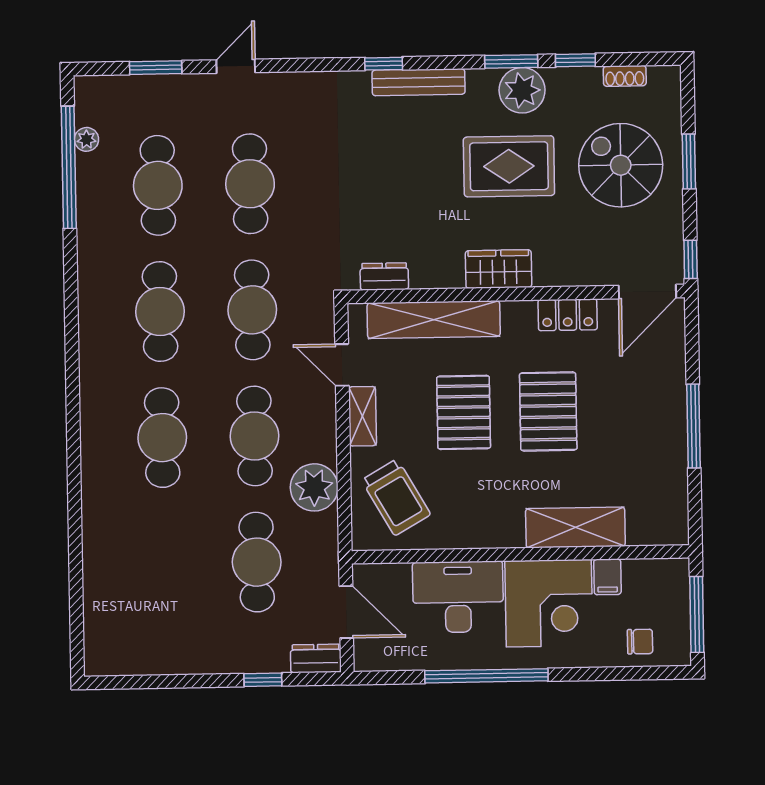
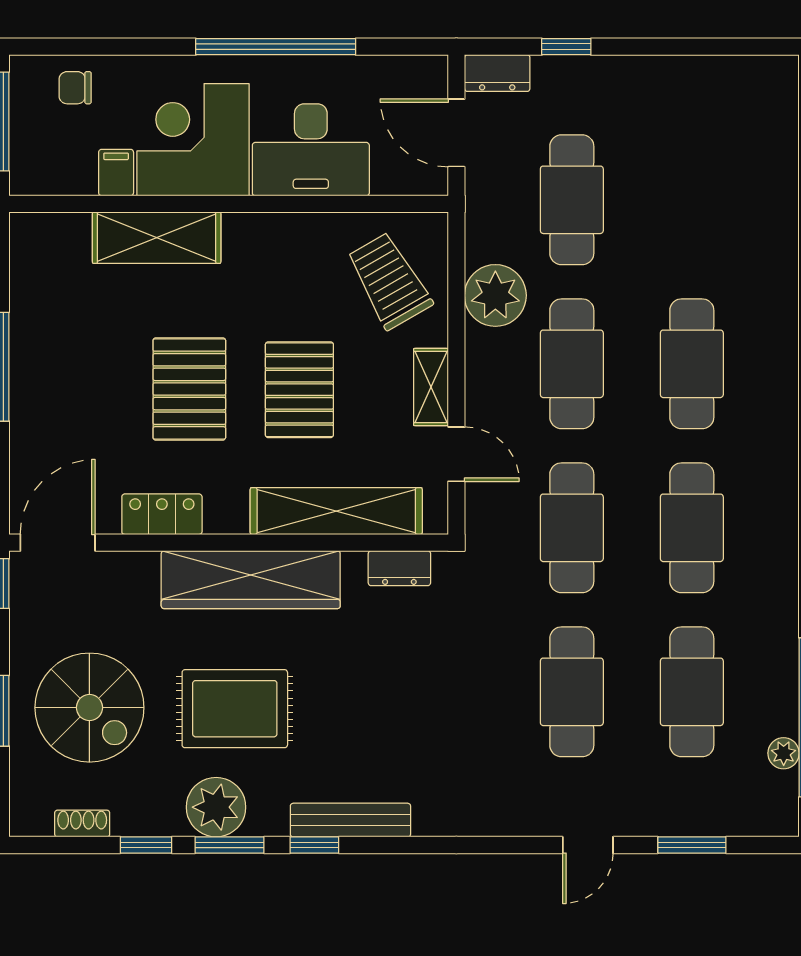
window: (384, 64) -> (314, 845), moved
wardrobe: (499, 269) -> (251, 580), width x2.10, depth x1.17

